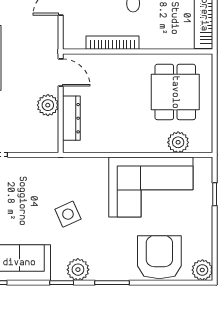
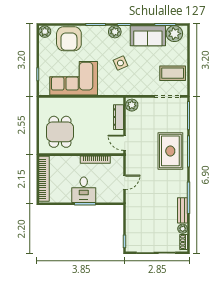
plant: (48, 105) -> (132, 105), moved
plant: (178, 142) -> (58, 103), removed

